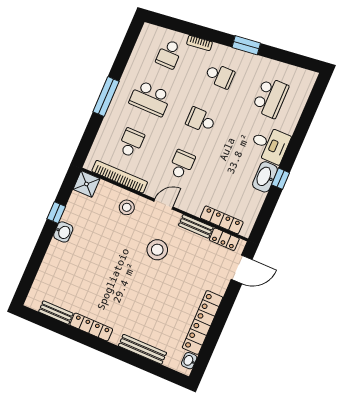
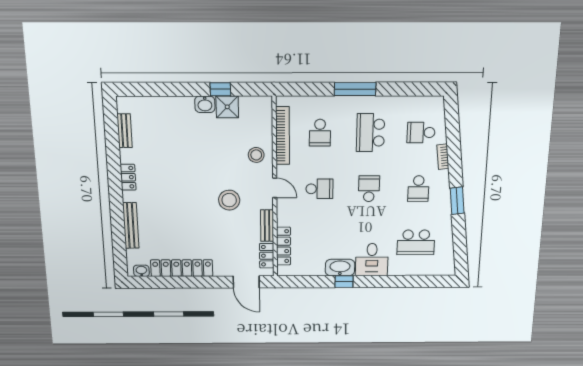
school desk: (131, 143) -> (320, 133), turned 90
shower: (86, 184) -> (227, 107), moved
locker: (91, 327) -> (128, 177), width x0.66

